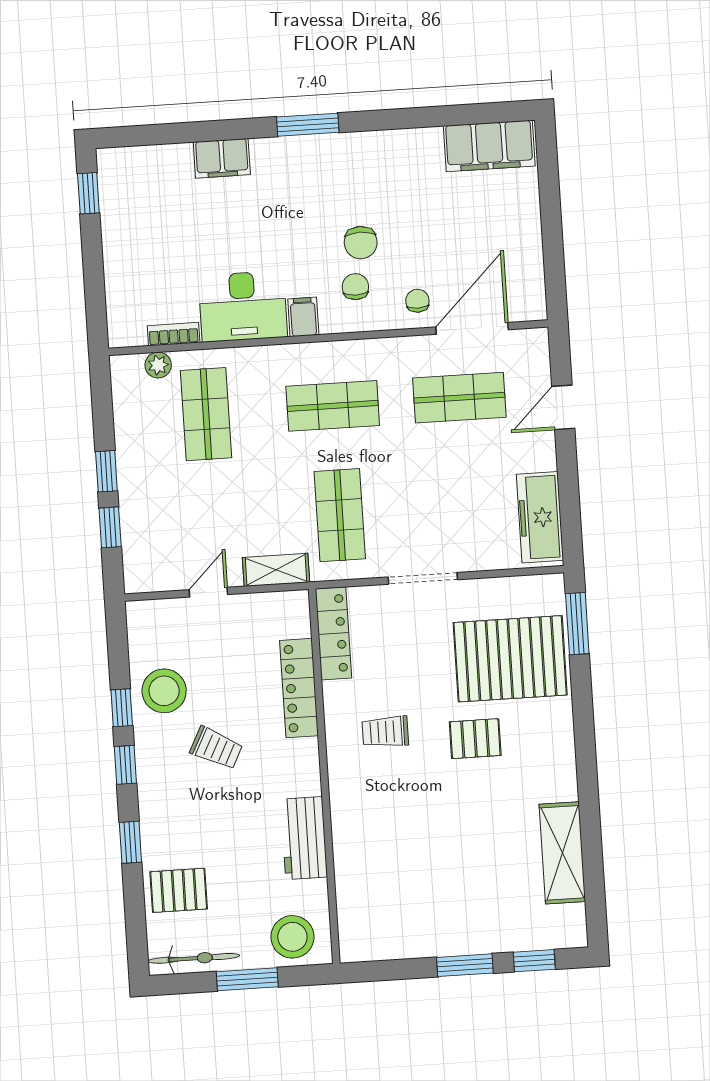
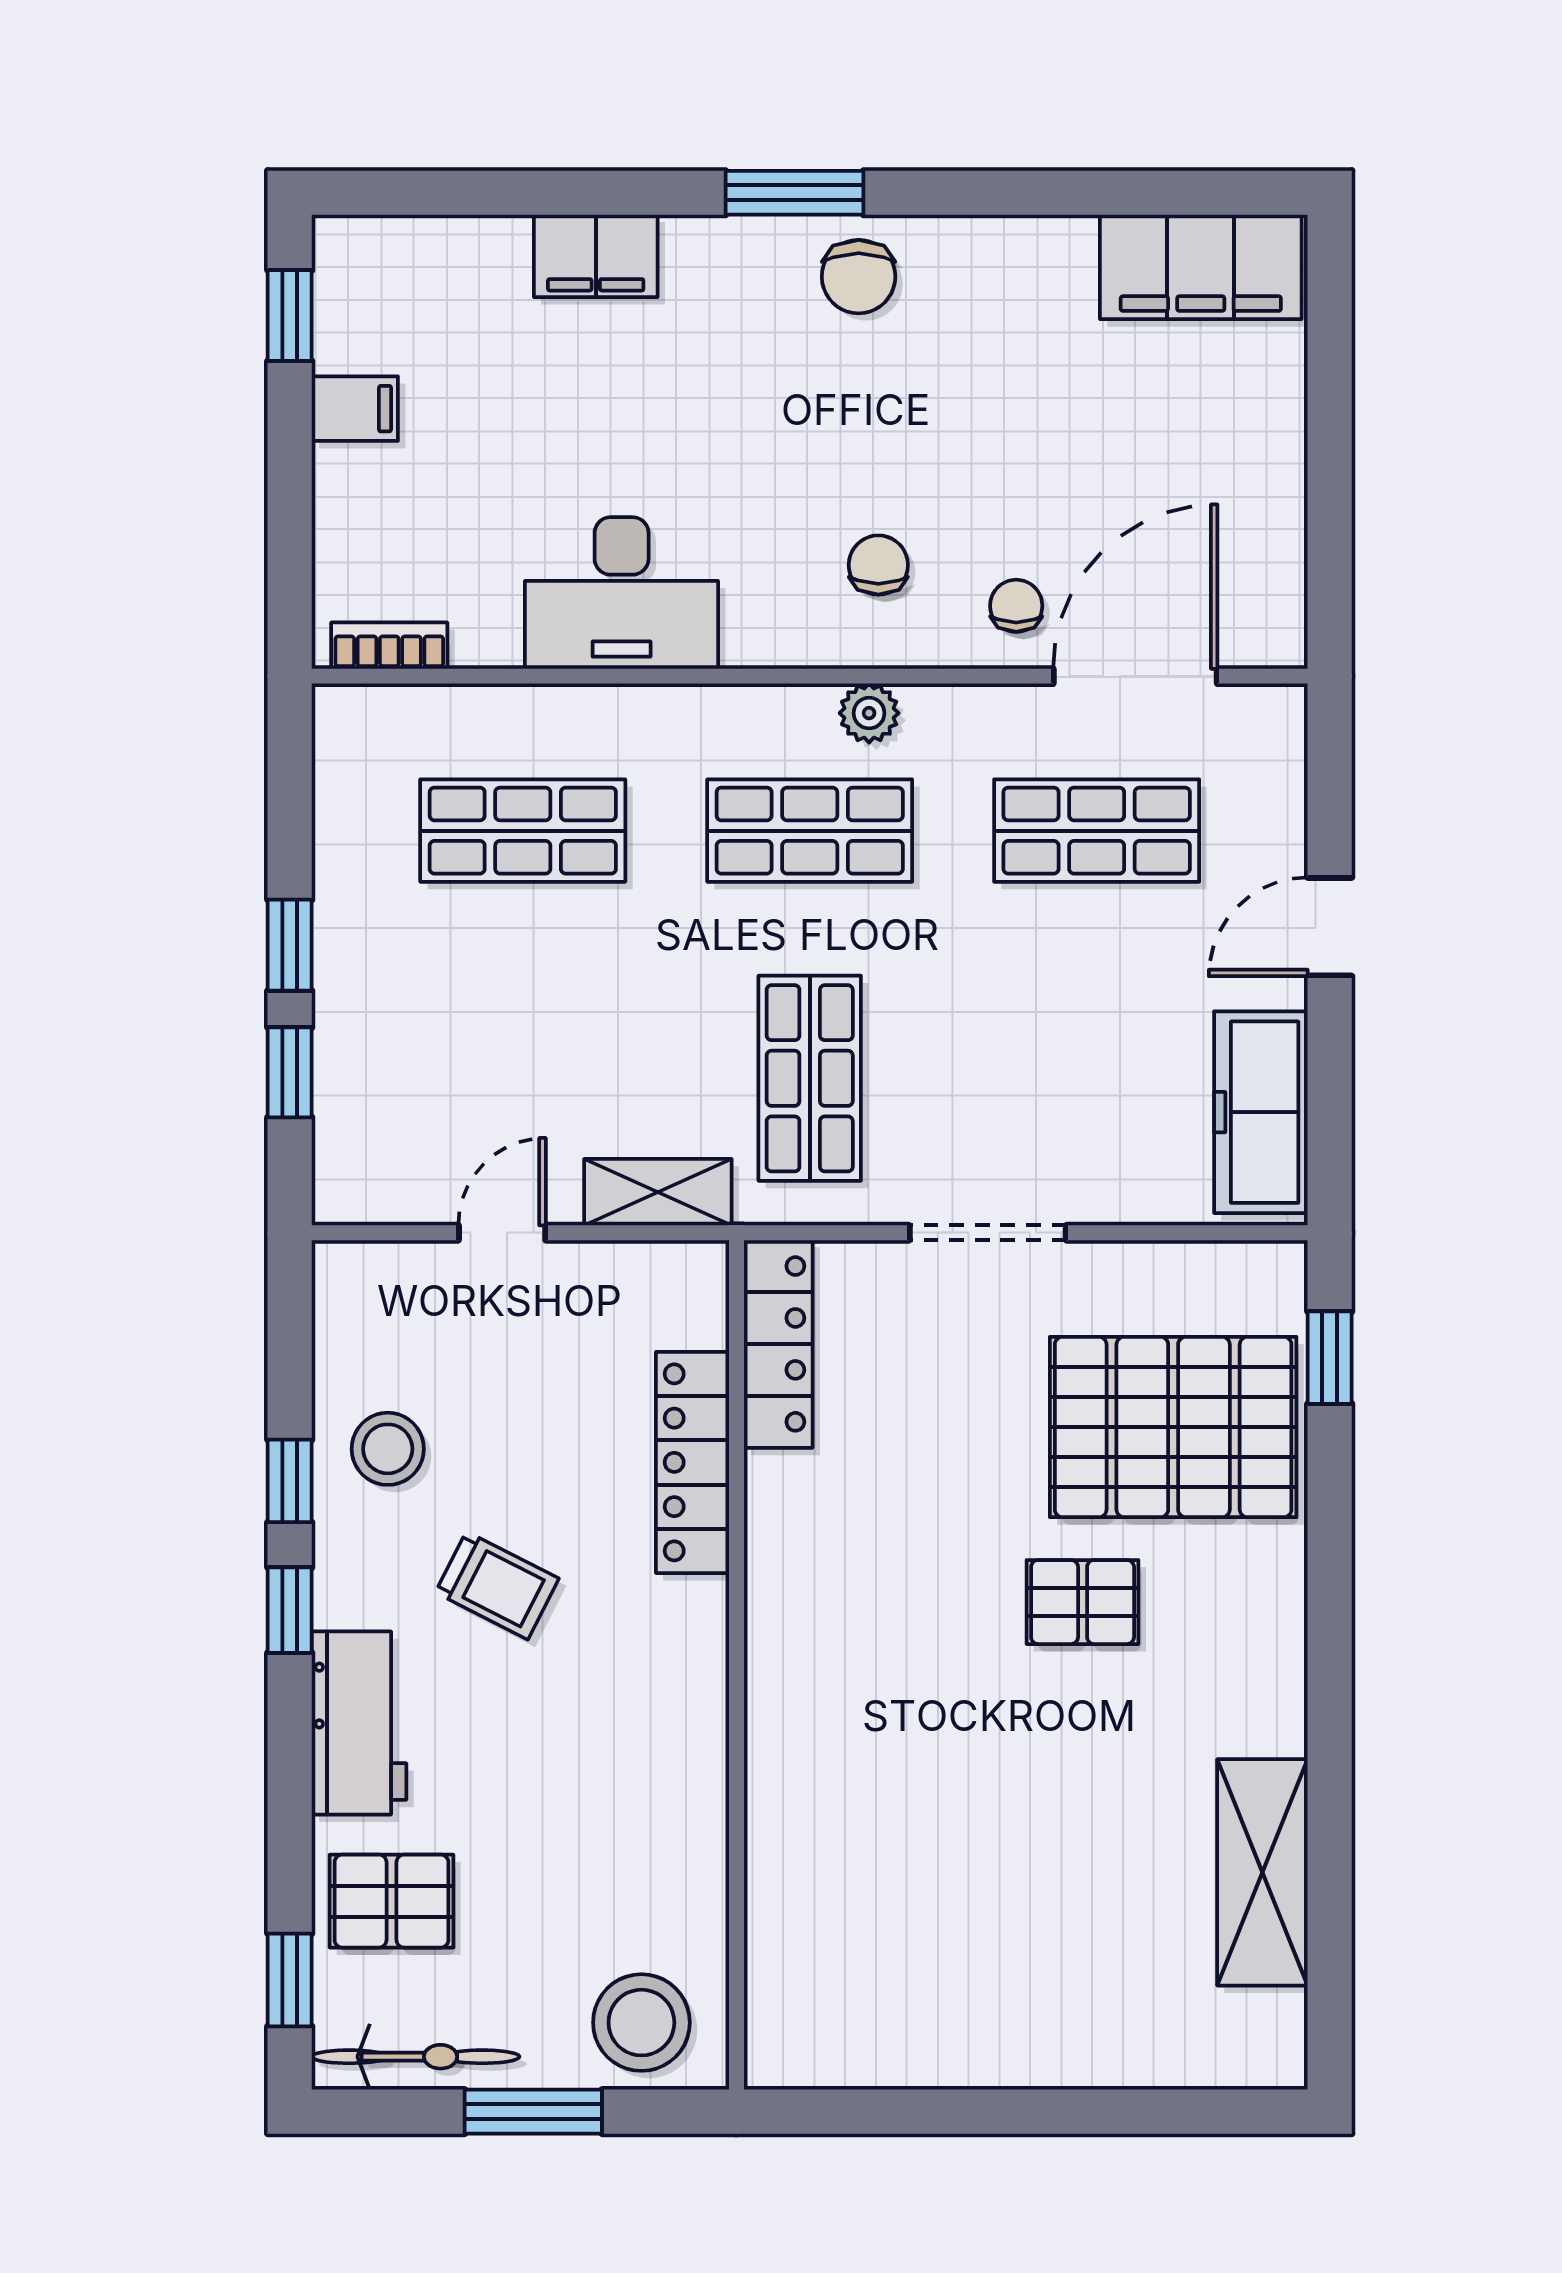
chair: (361, 243) -> (859, 277), moved
filing cabinet: (303, 317) -> (355, 409), moved, turned 90
bookcase: (174, 334) -> (389, 646), moved
plant: (158, 365) -> (869, 713), moved
door: (563, 407) -> (1330, 927), moved
shop shelf: (206, 414) -> (523, 831), turned 90
window: (577, 624) -> (1330, 1358), width x0.67
stool: (164, 691) -> (388, 1449), width x0.73, depth x0.73
trolley: (385, 732) -> (881, 1573), removed
workbench: (304, 838) -> (359, 1723), moved, turned 180
window: (130, 842) -> (290, 1980), moved
window: (534, 961) -> (1183, 2112), removed
window: (465, 965) -> (1026, 2112), removed

